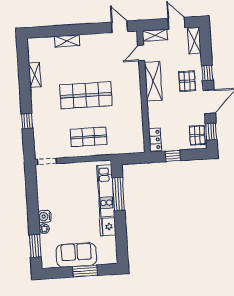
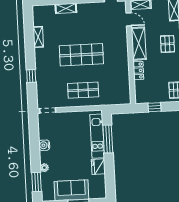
door: (141, 53) -> (129, 19), swing flipped
locker: (155, 140) -> (138, 71), moved
water cooler: (45, 216) -> (44, 145), moved

